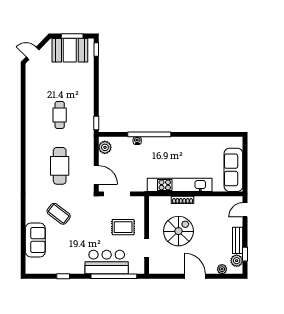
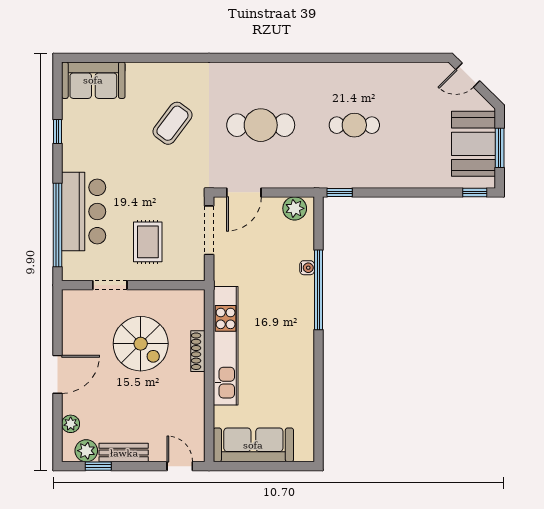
door: (33, 53) -> (468, 75), swing flipped
sofa: (35, 240) -> (93, 80), moved

